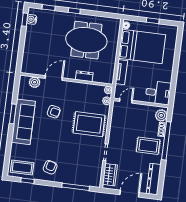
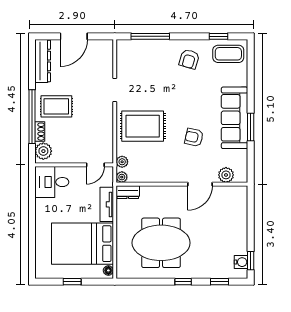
dresser: (84, 76) -> (128, 192), moved
wardrobe: (110, 175) -> (105, 59), removed

